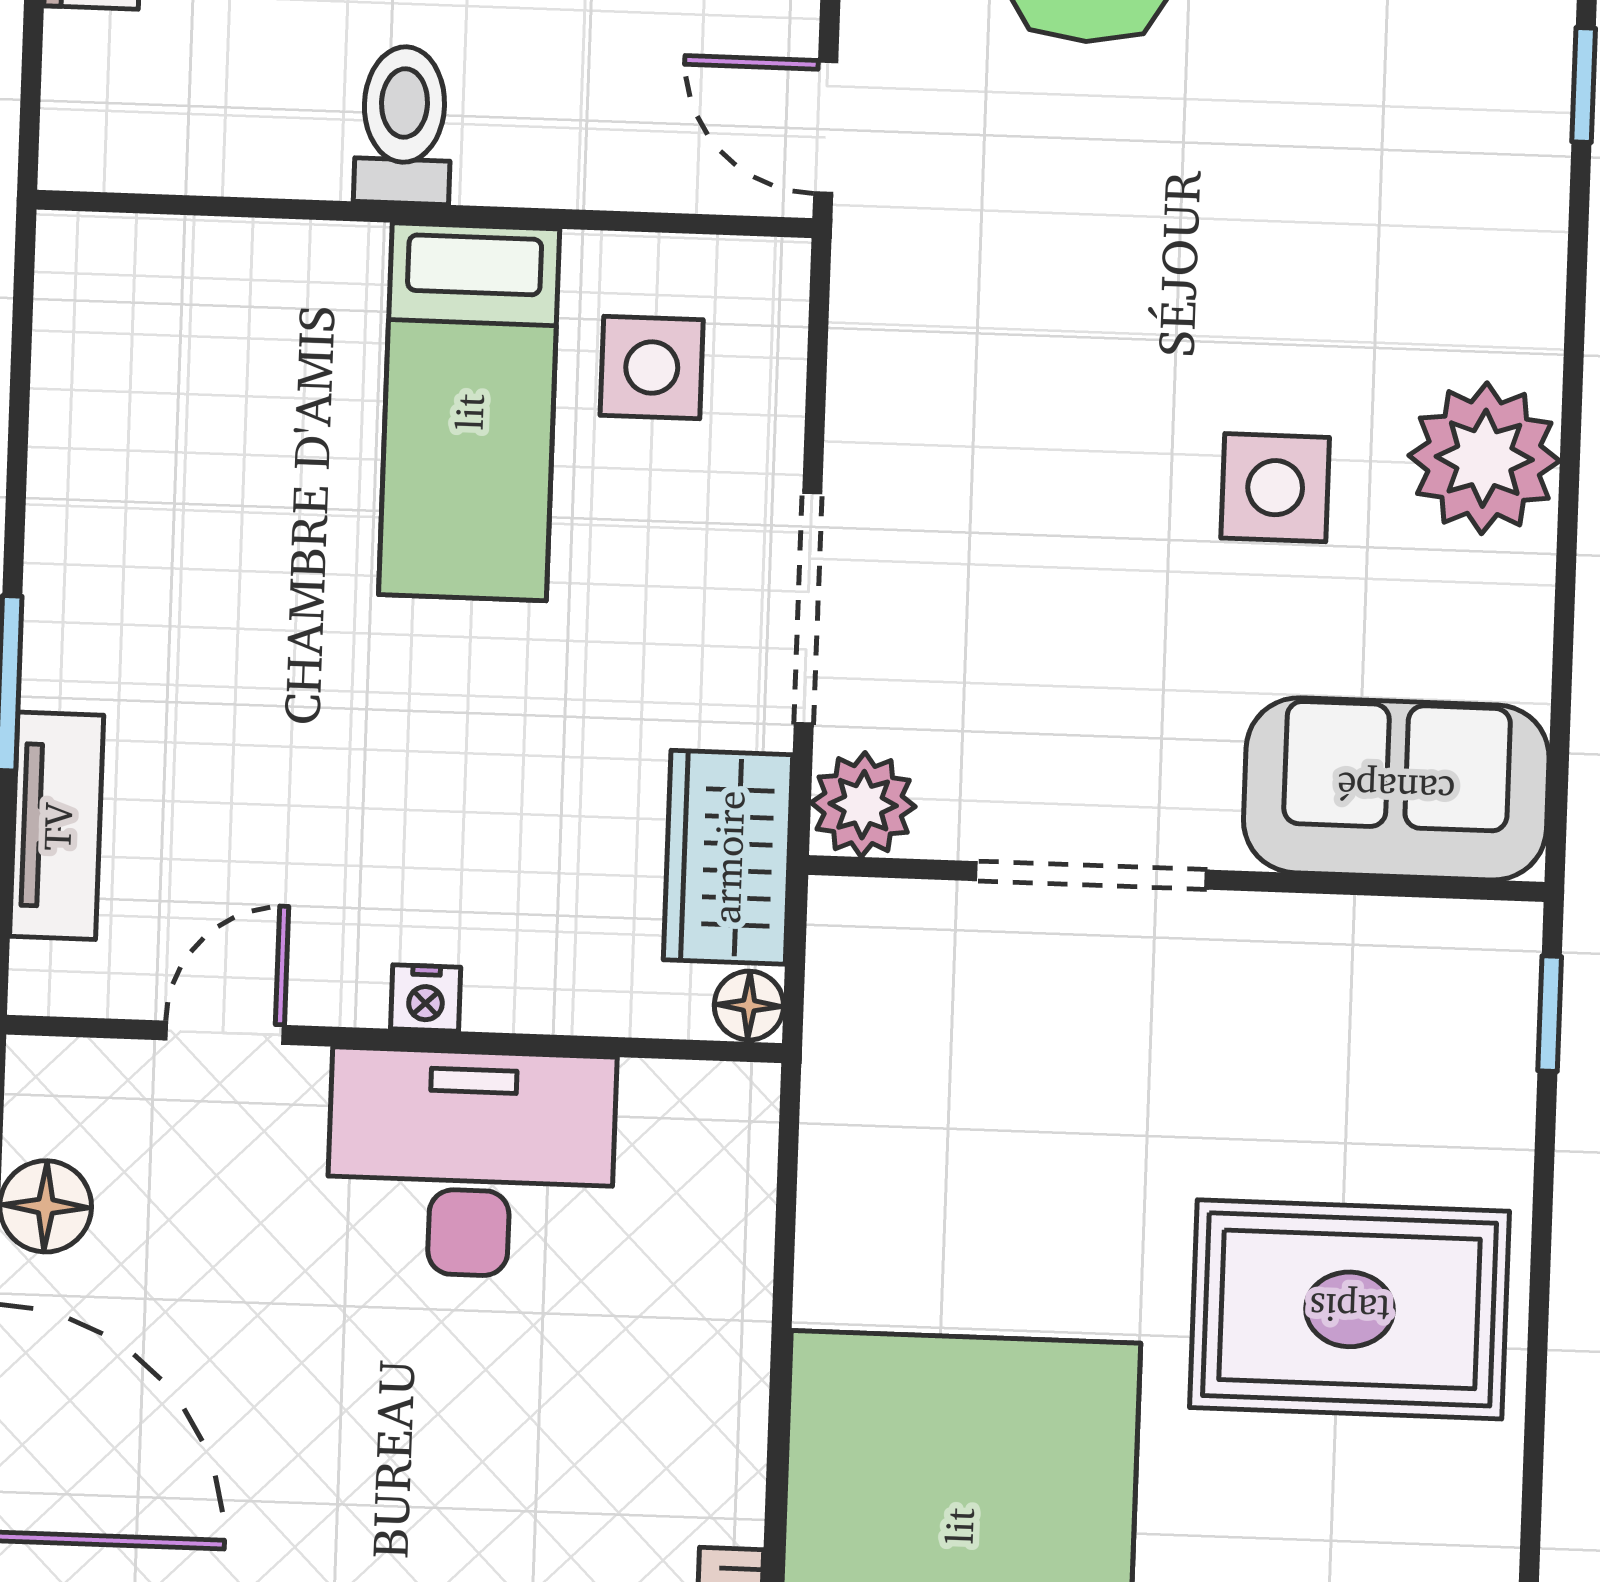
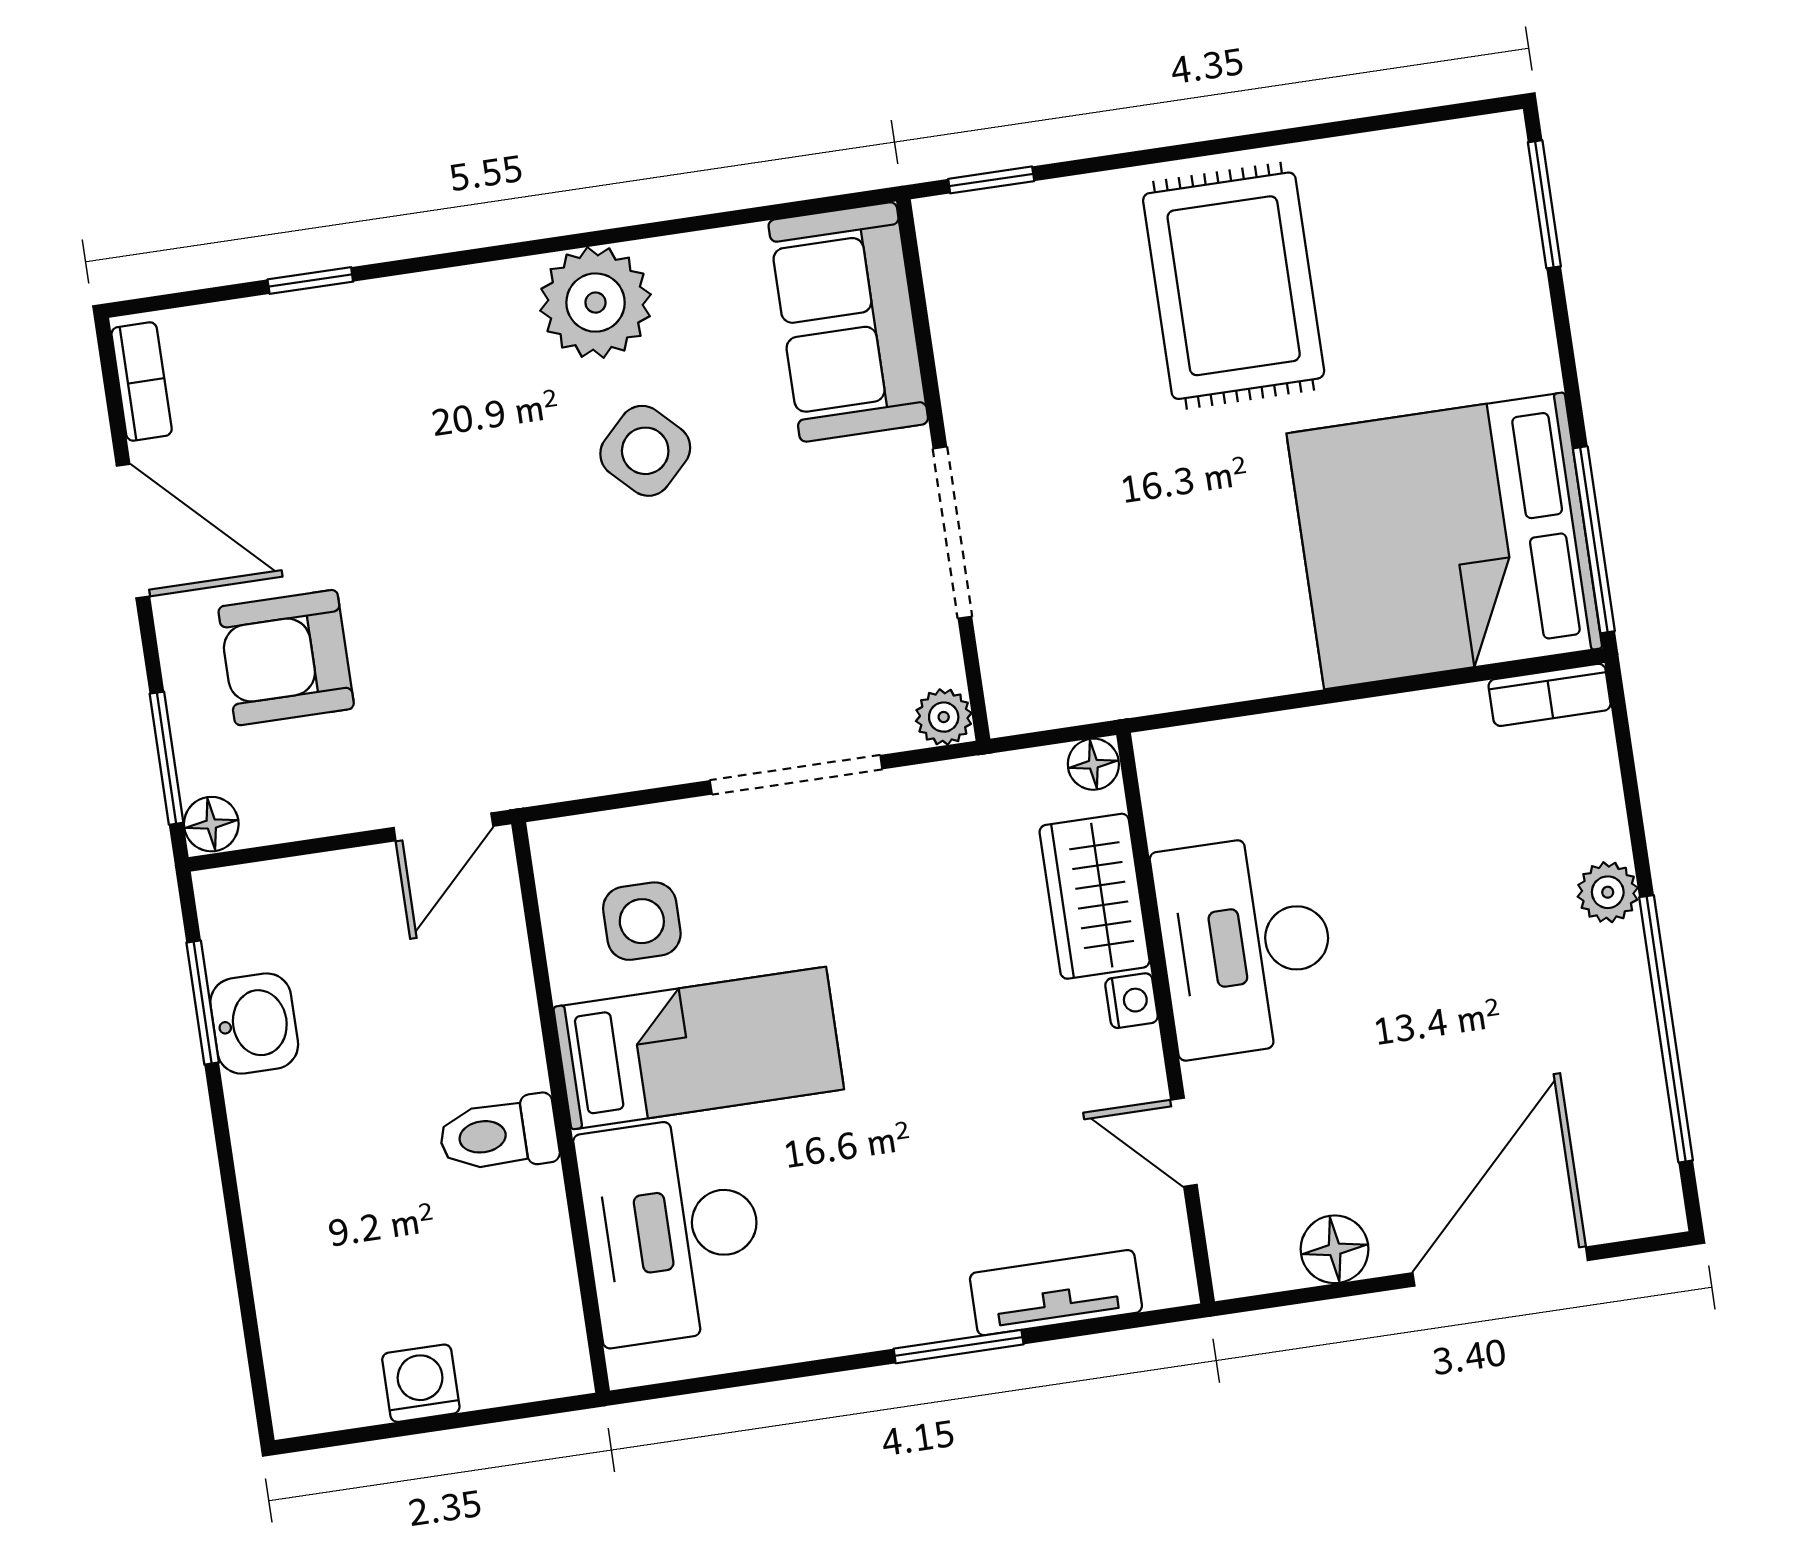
desk: (234, 332) -> (672, 1230), added
side table: (1275, 488) -> (645, 451), turned 45
plant: (863, 805) -> (944, 717), width x0.73, depth x0.73
wardrobe: (728, 857) -> (1095, 896), moved, turned 90

